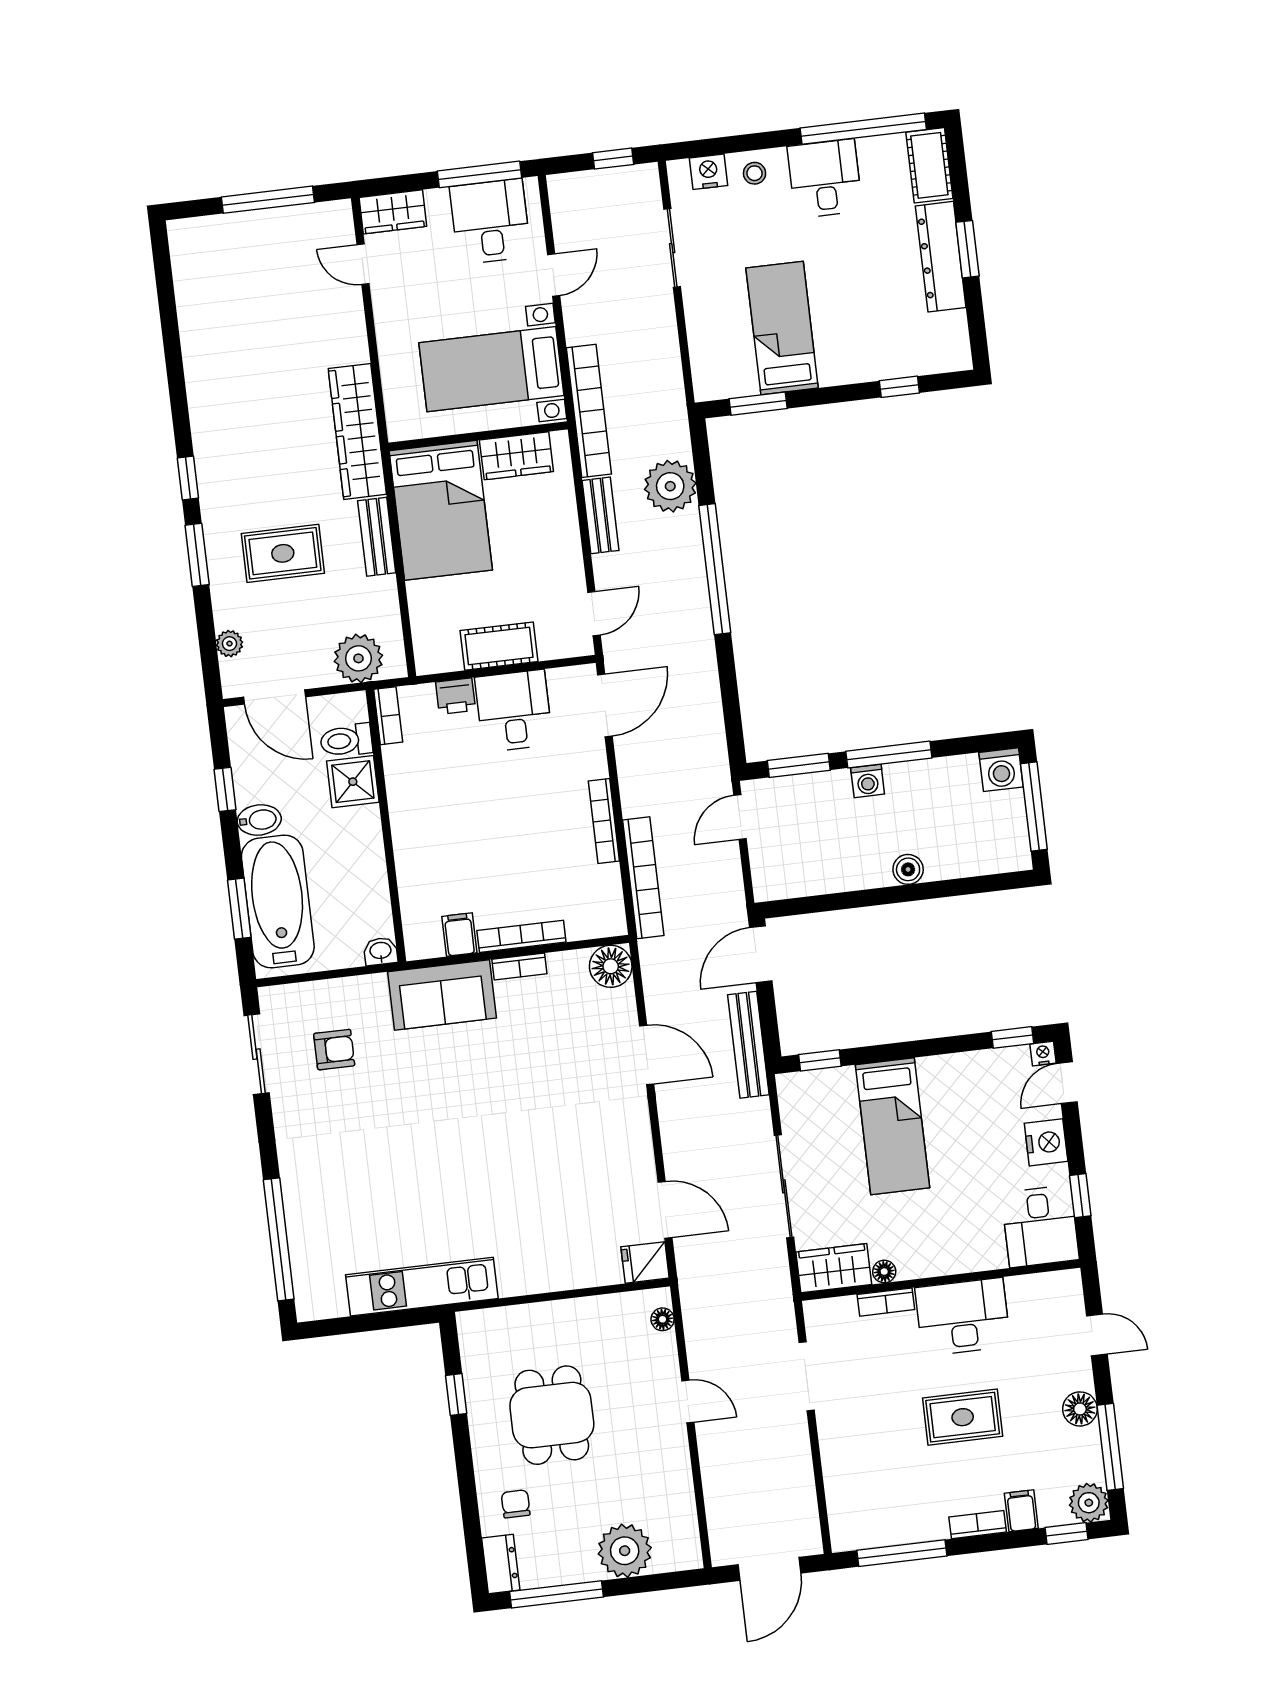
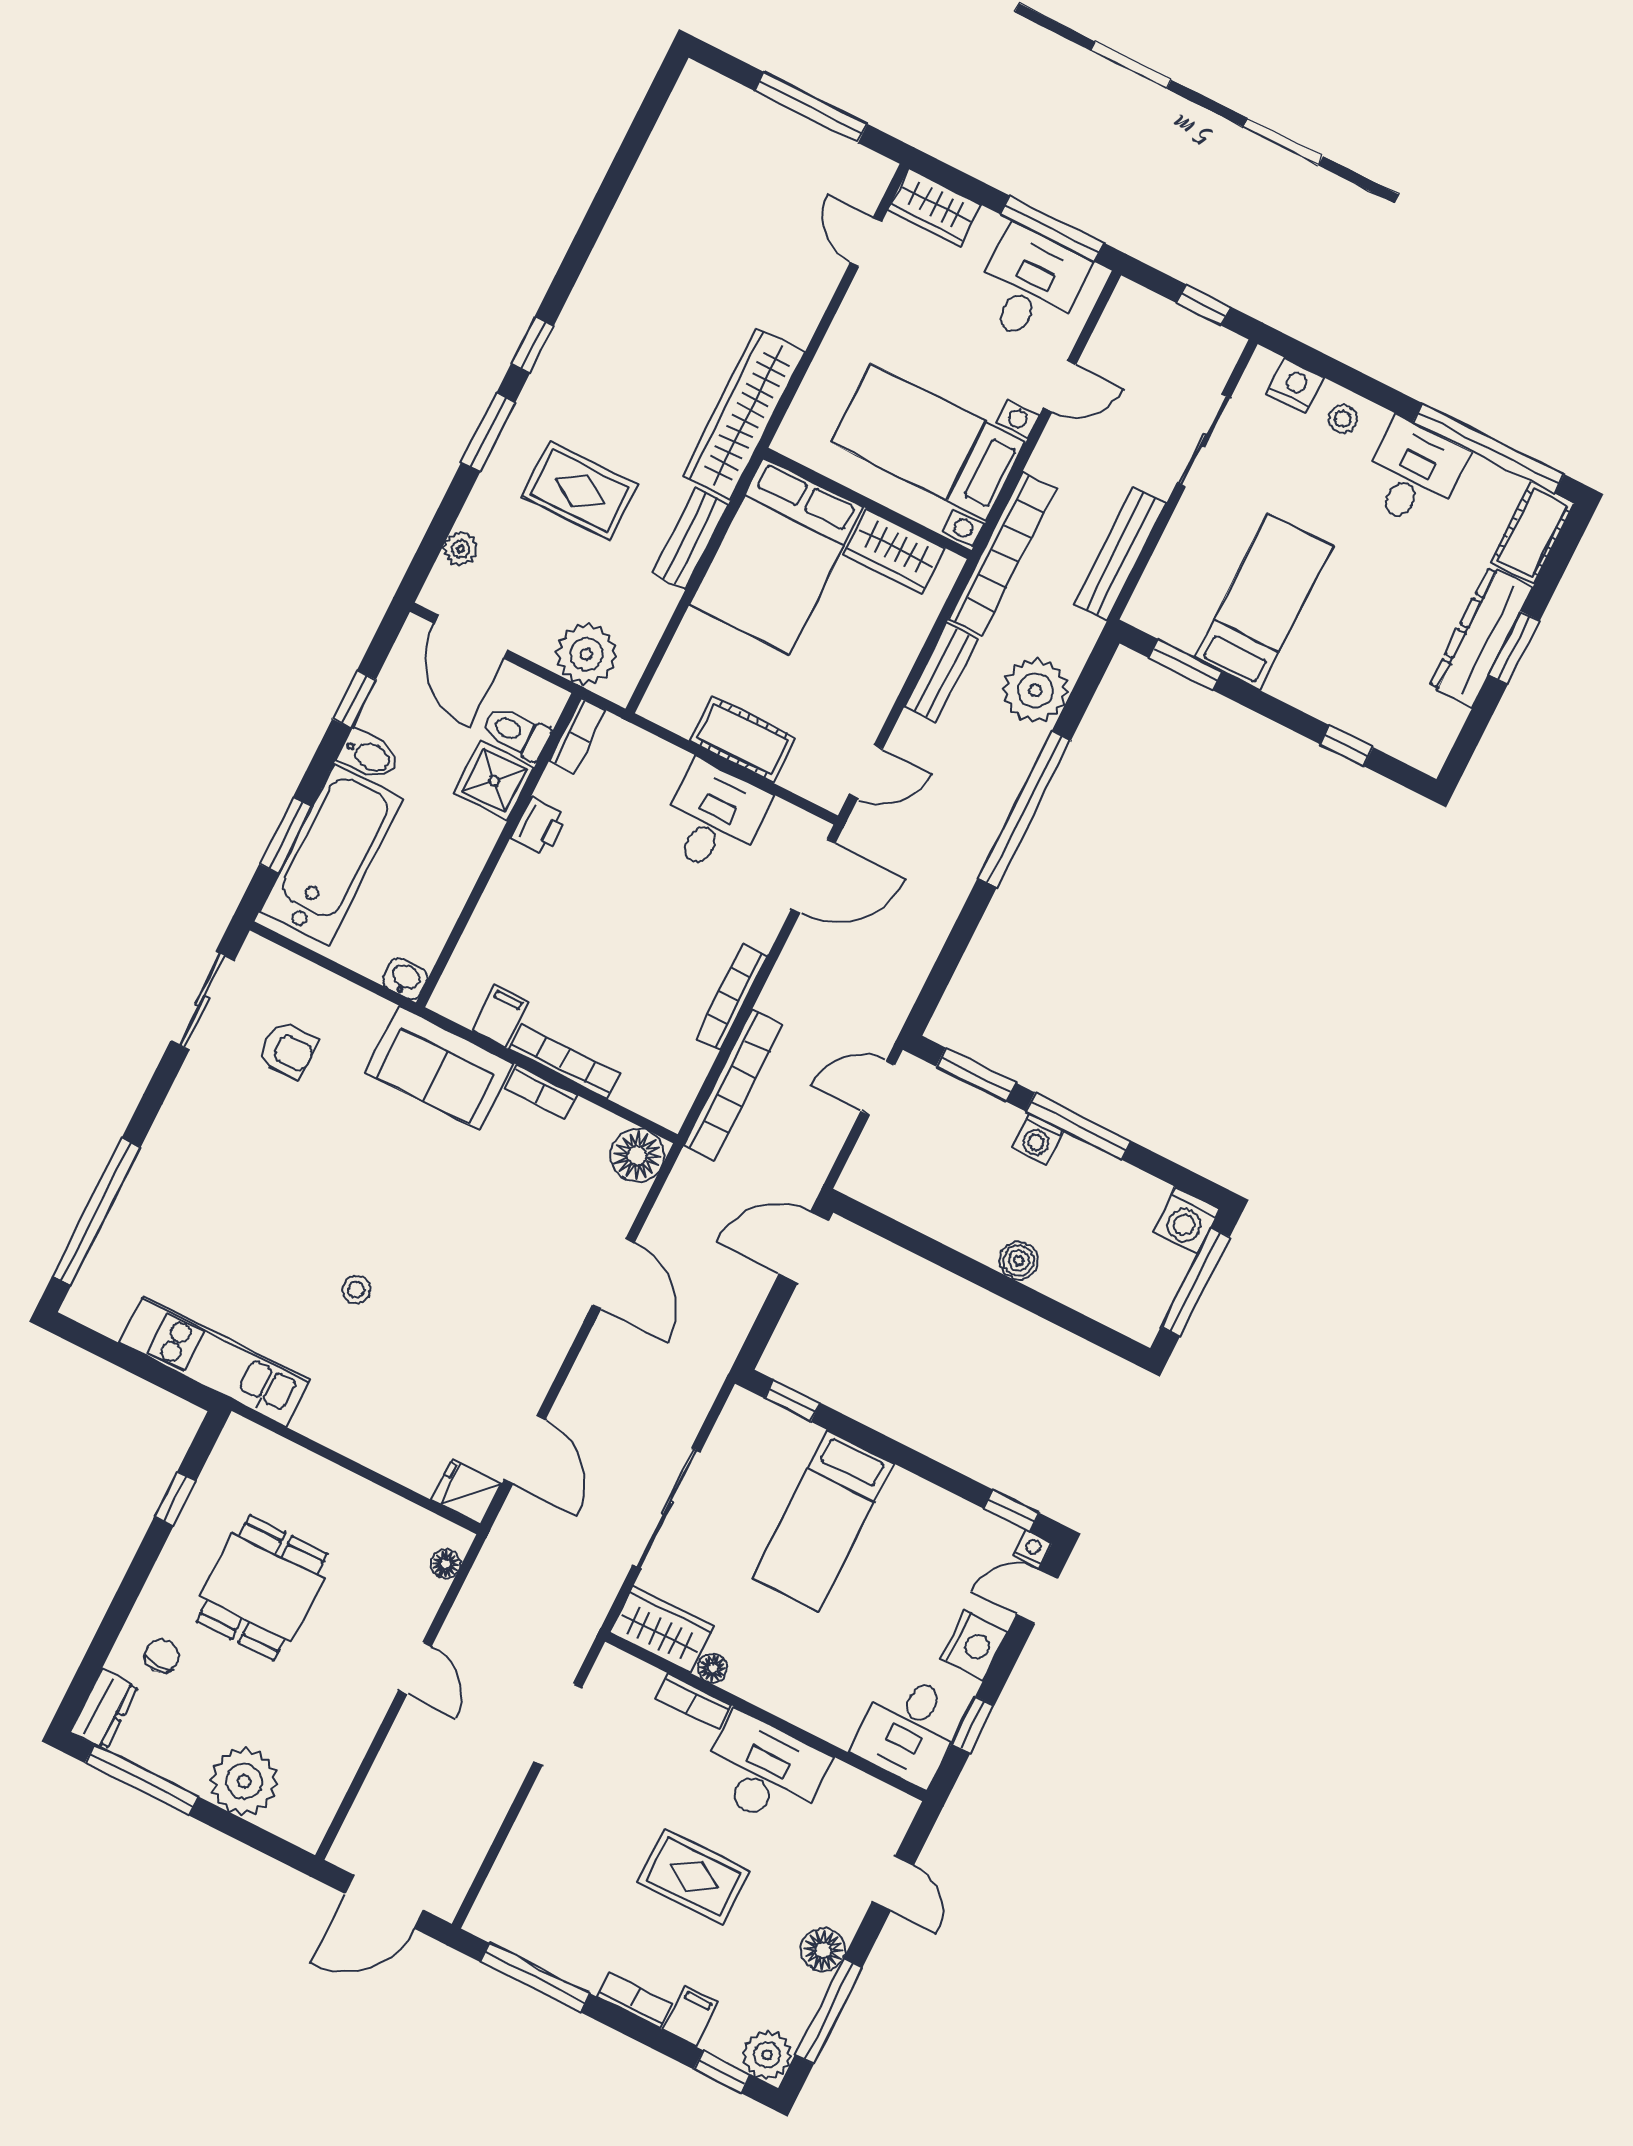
printer: (456, 696) -> (539, 826), moved, turned -90
bench: (748, 1045) -> (1120, 554), moved
stool: (484, 1177) -> (356, 1290), added

